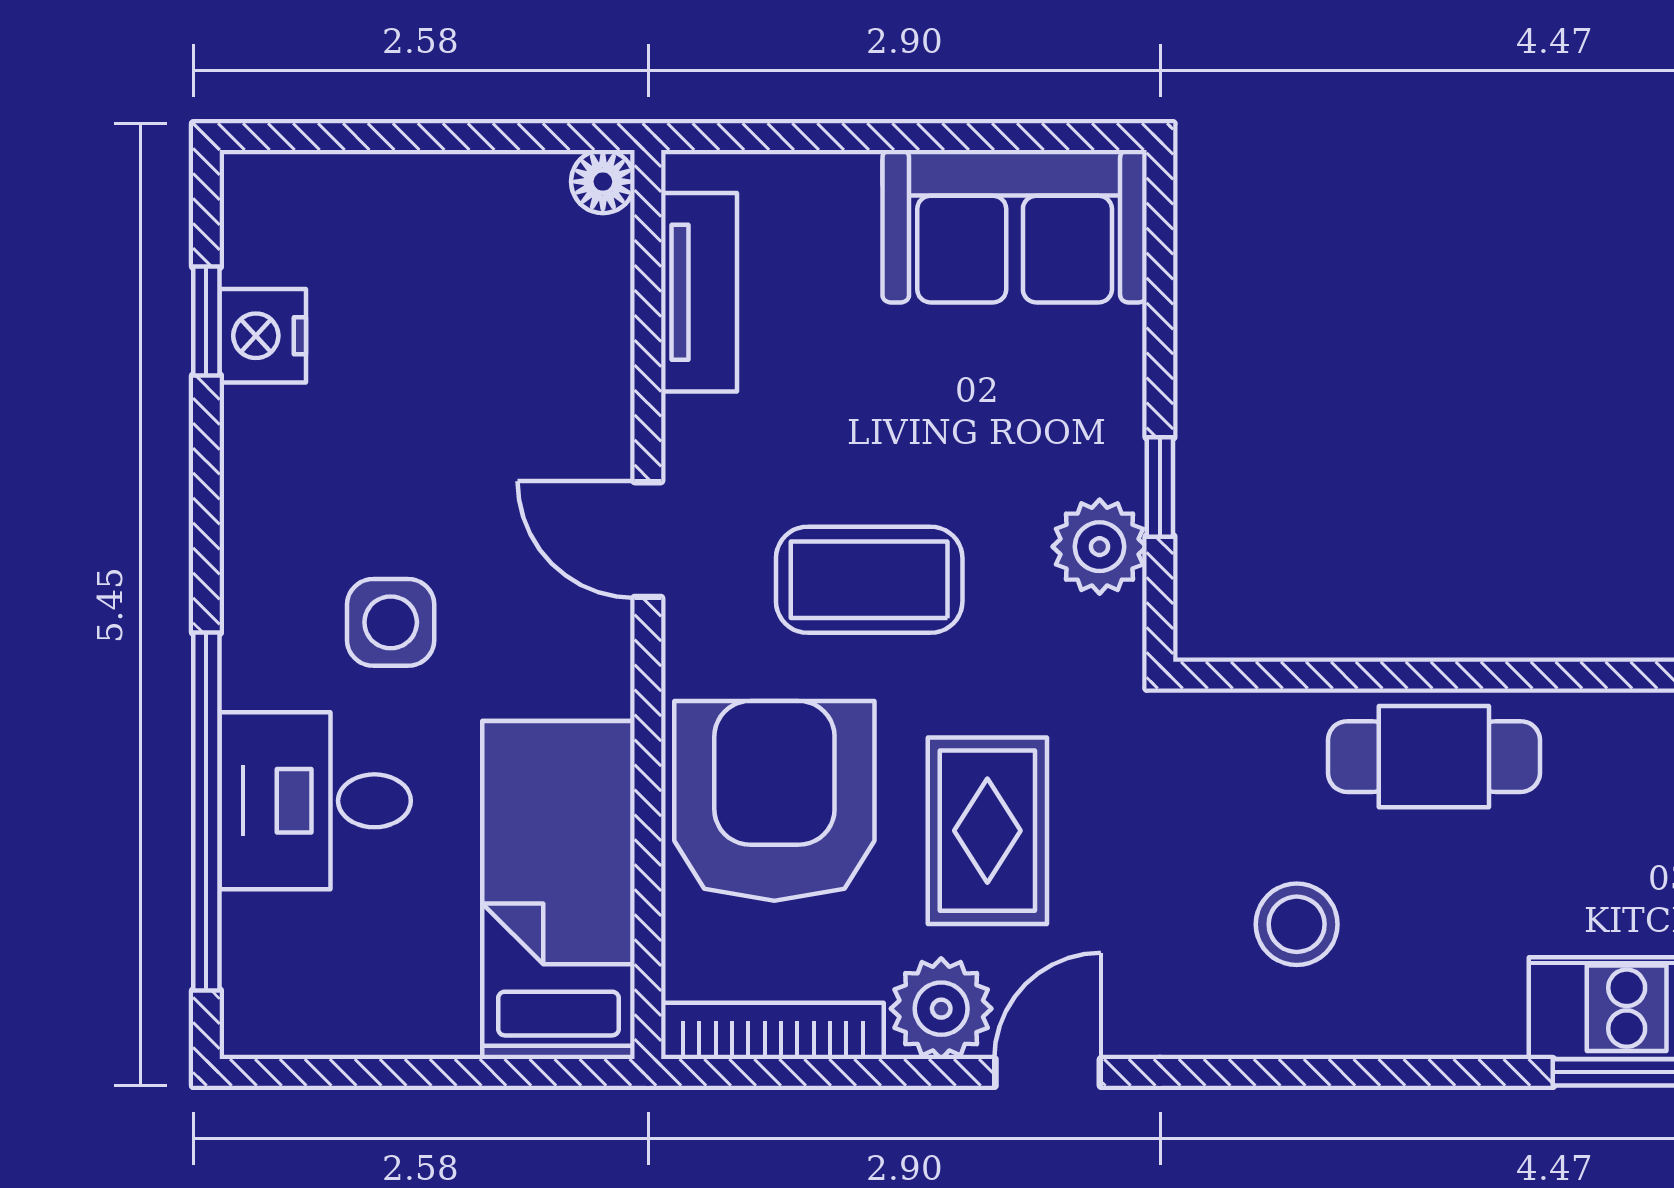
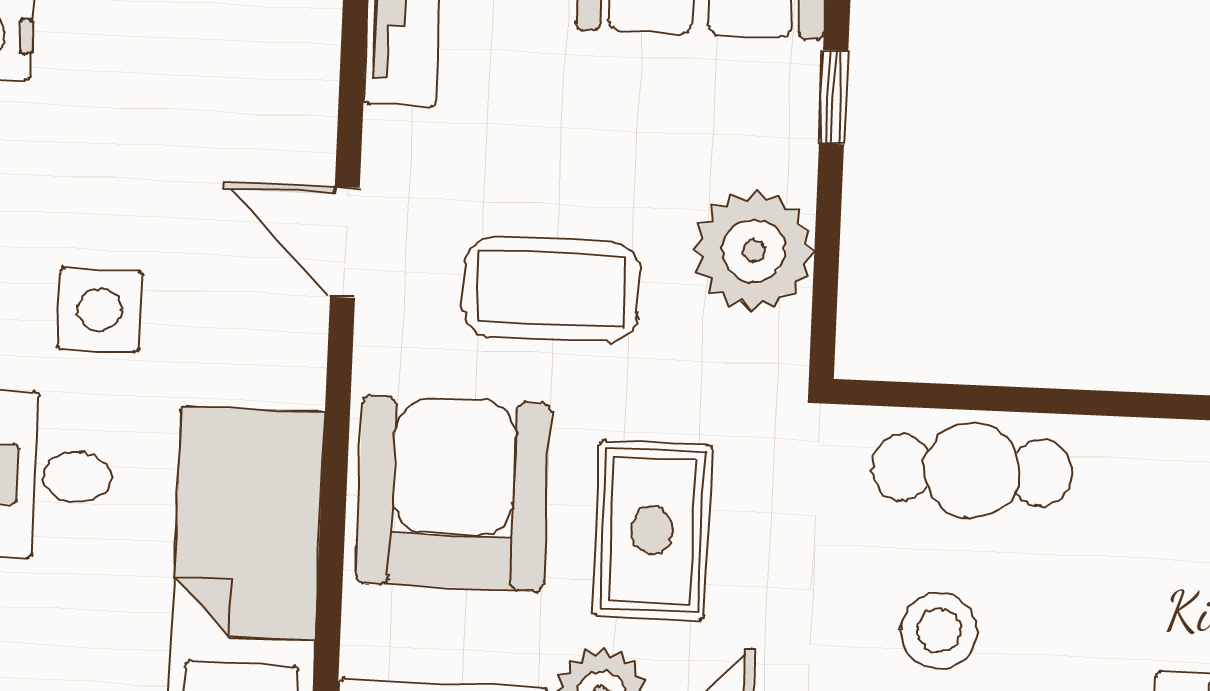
window: (1160, 487) -> (834, 97), moved
plant: (1100, 547) -> (754, 251), width x1.36, depth x1.36
cafe table: (1434, 757) -> (972, 470), moved

